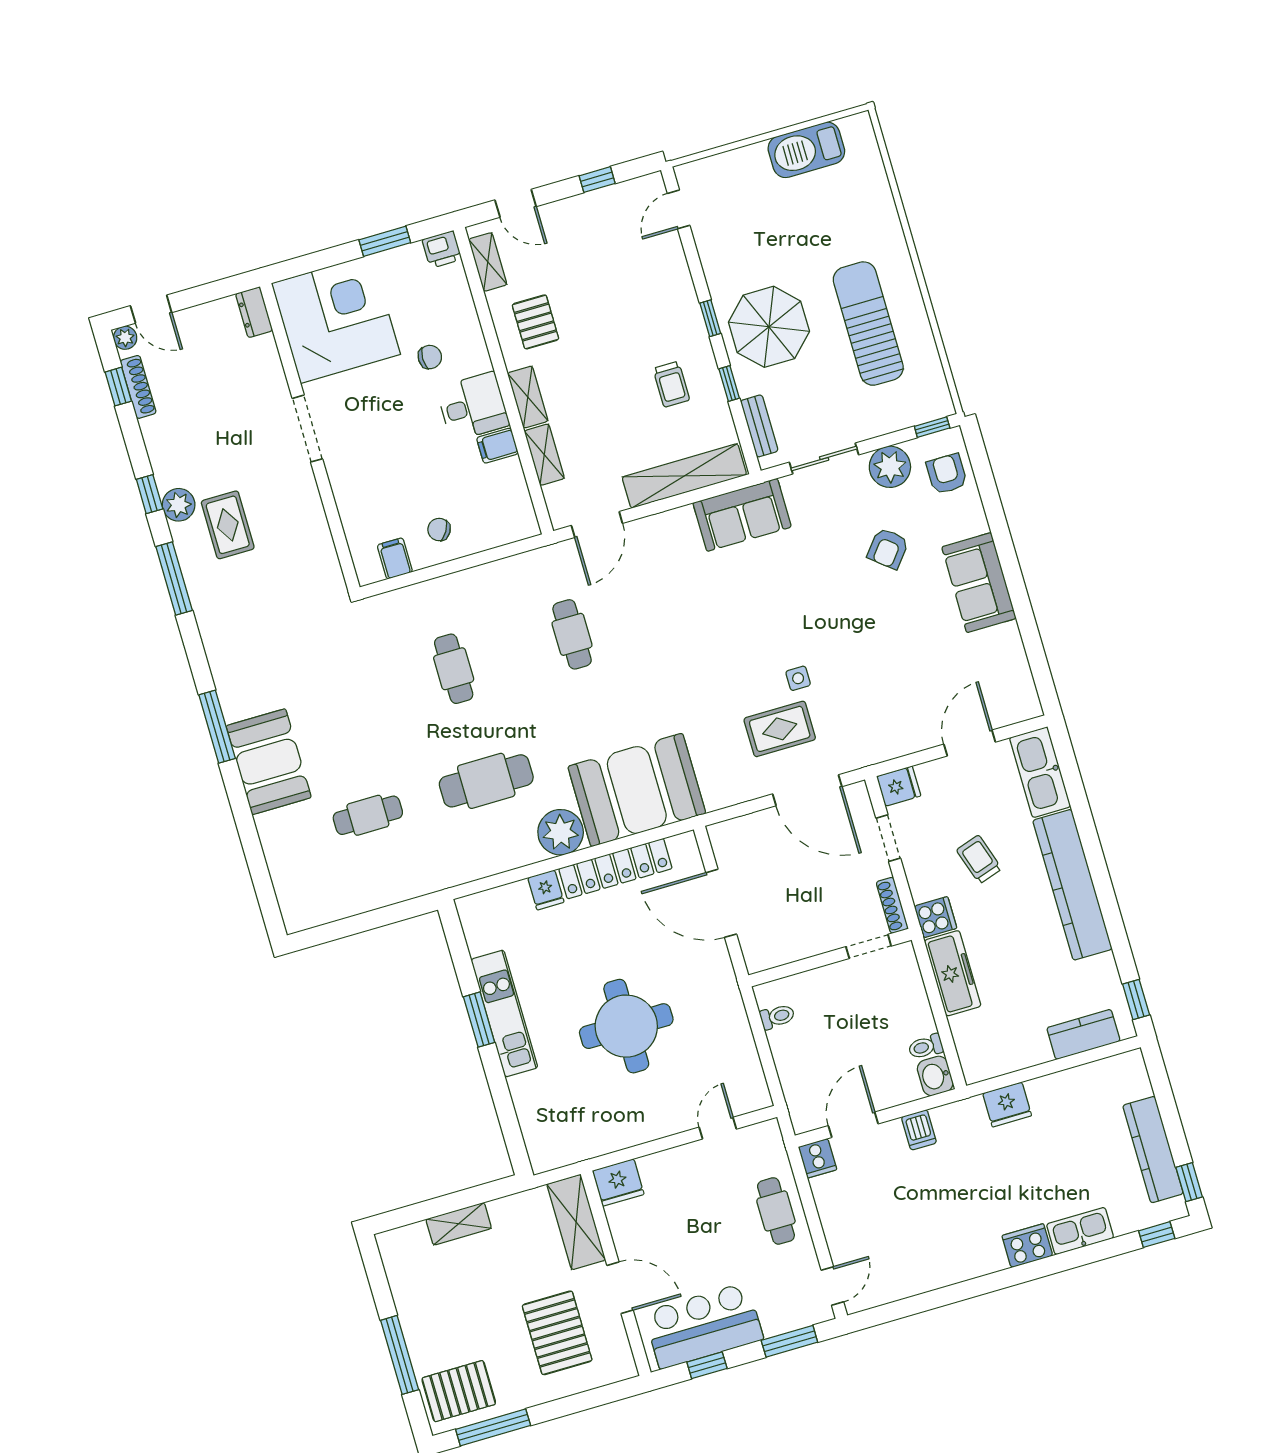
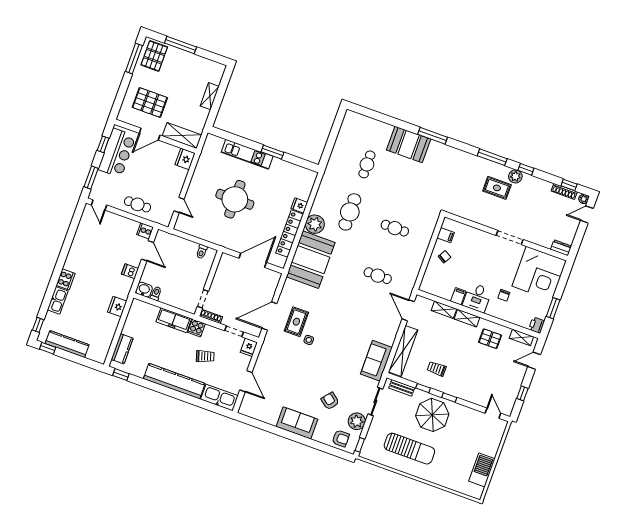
kitchen unit: (504, 1013) -> (247, 154), moved

